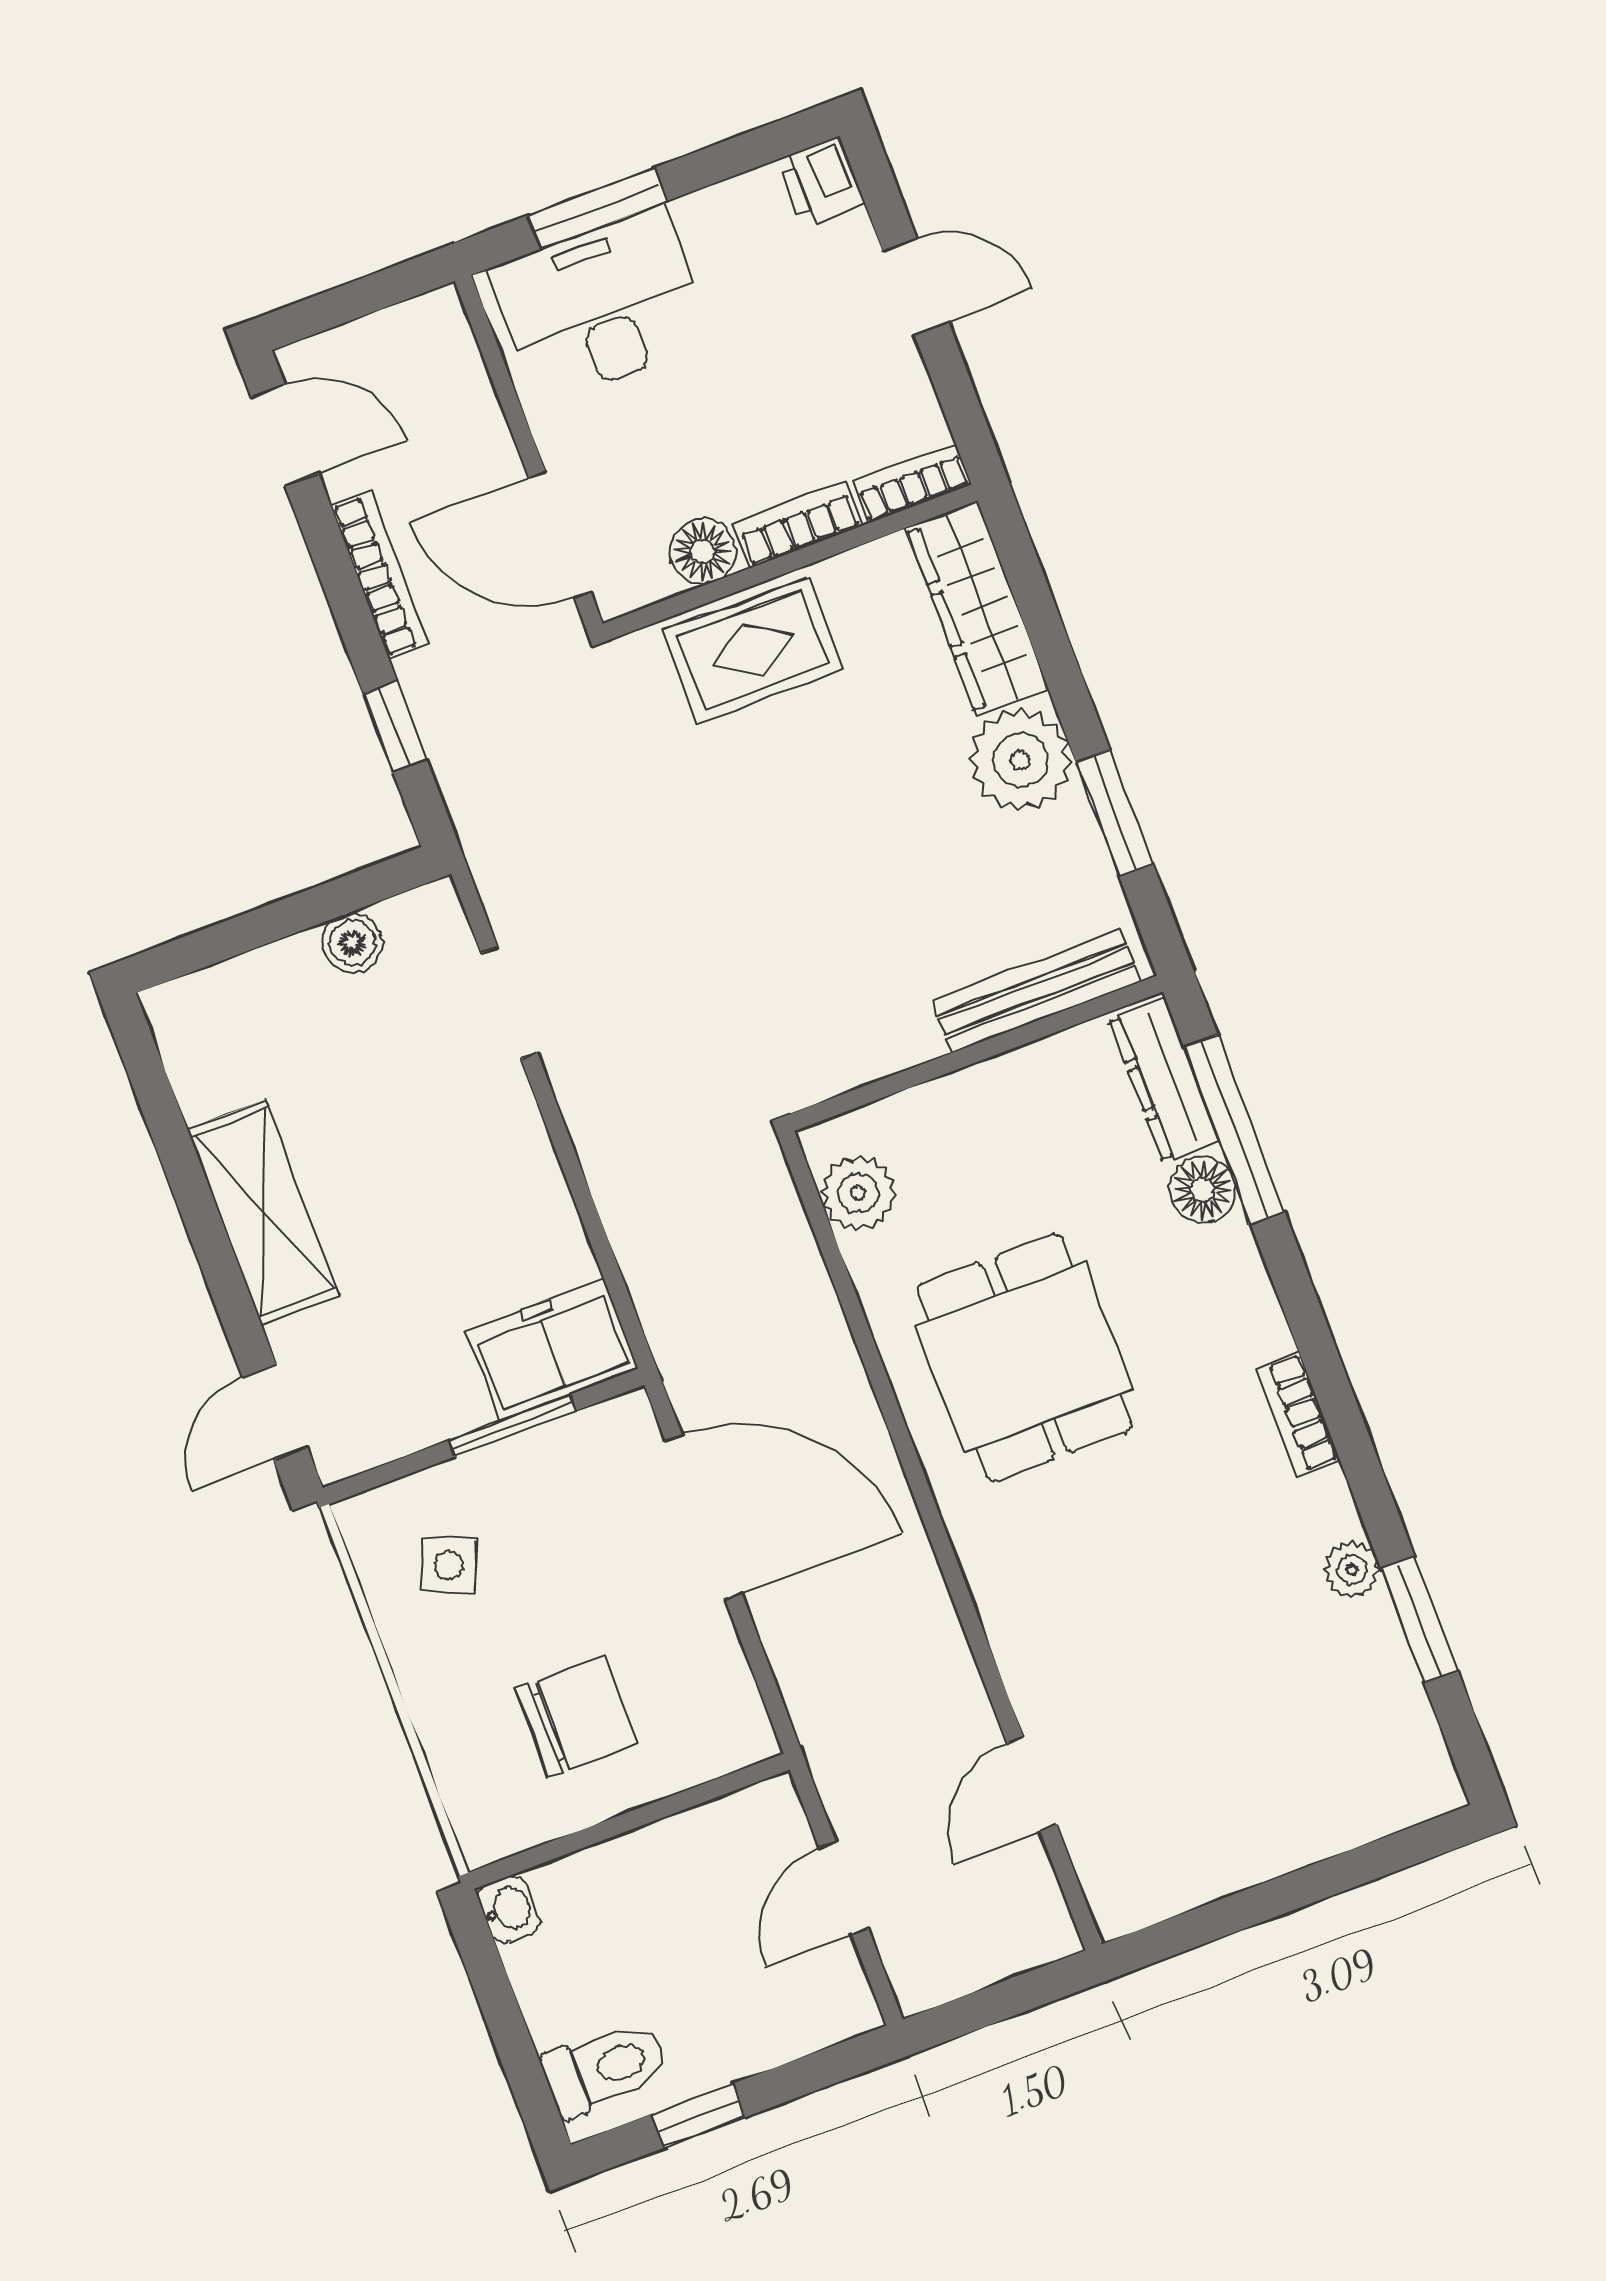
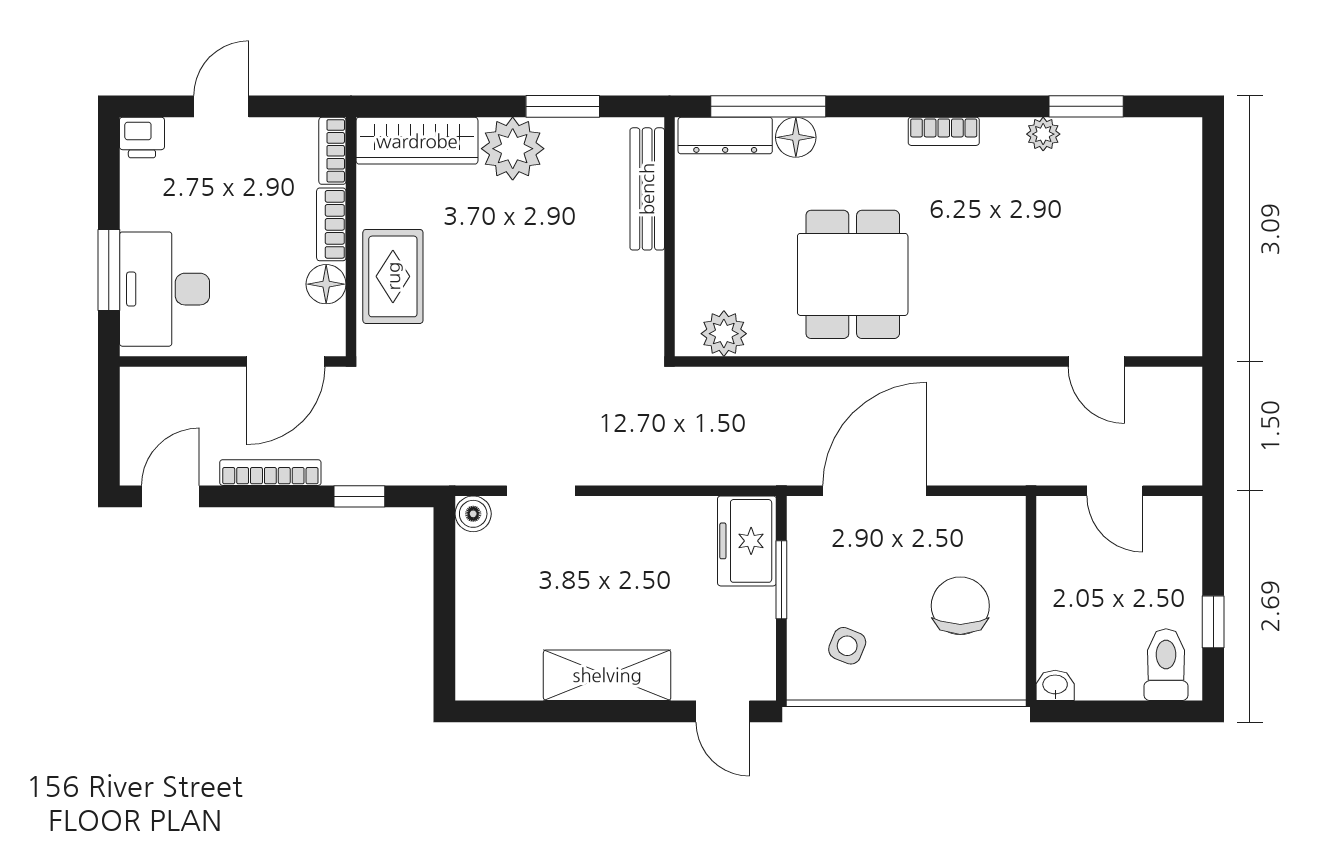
boiler: (352, 943) -> (473, 514), moved
dining table: (1024, 1358) -> (853, 274), turned 90

